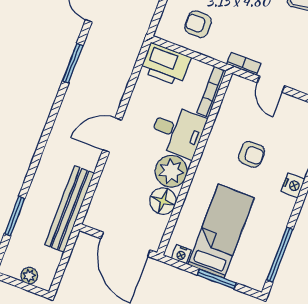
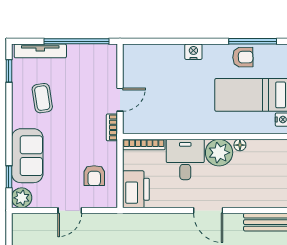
armchair: (252, 154) -> (243, 57), moved, turned 89
floor lamp: (163, 201) -> (240, 145), width x0.53, depth x0.53

